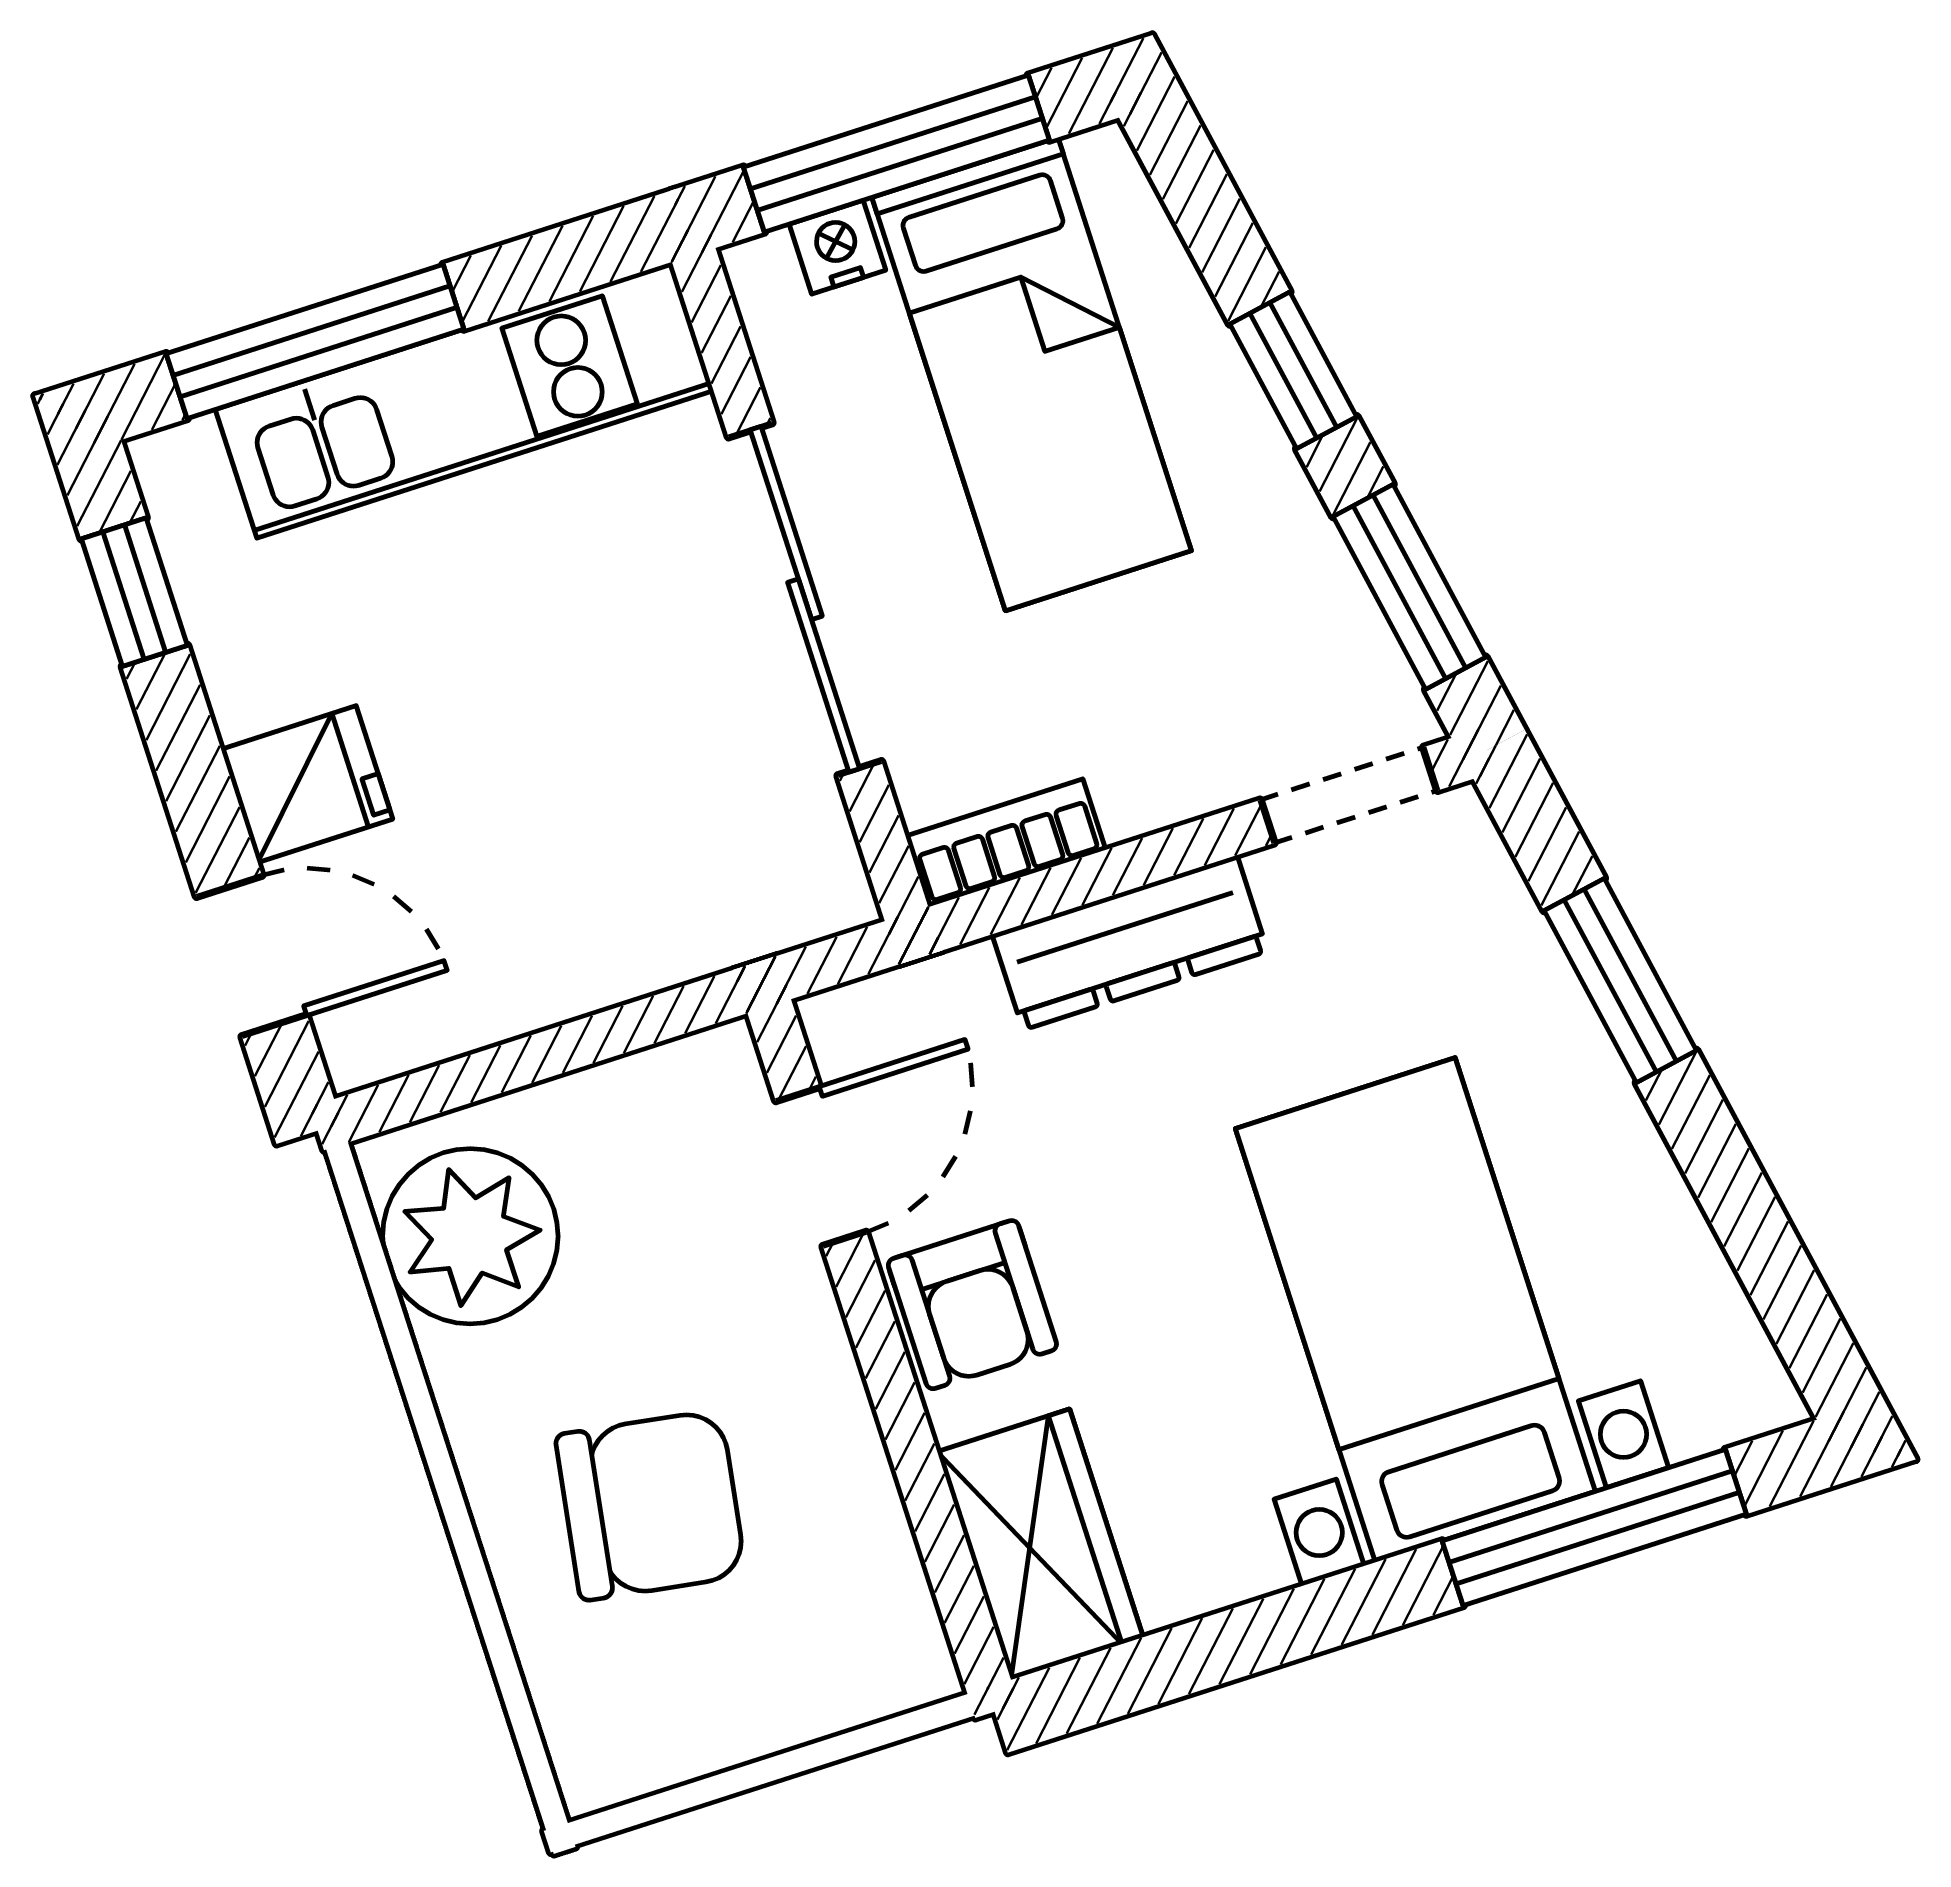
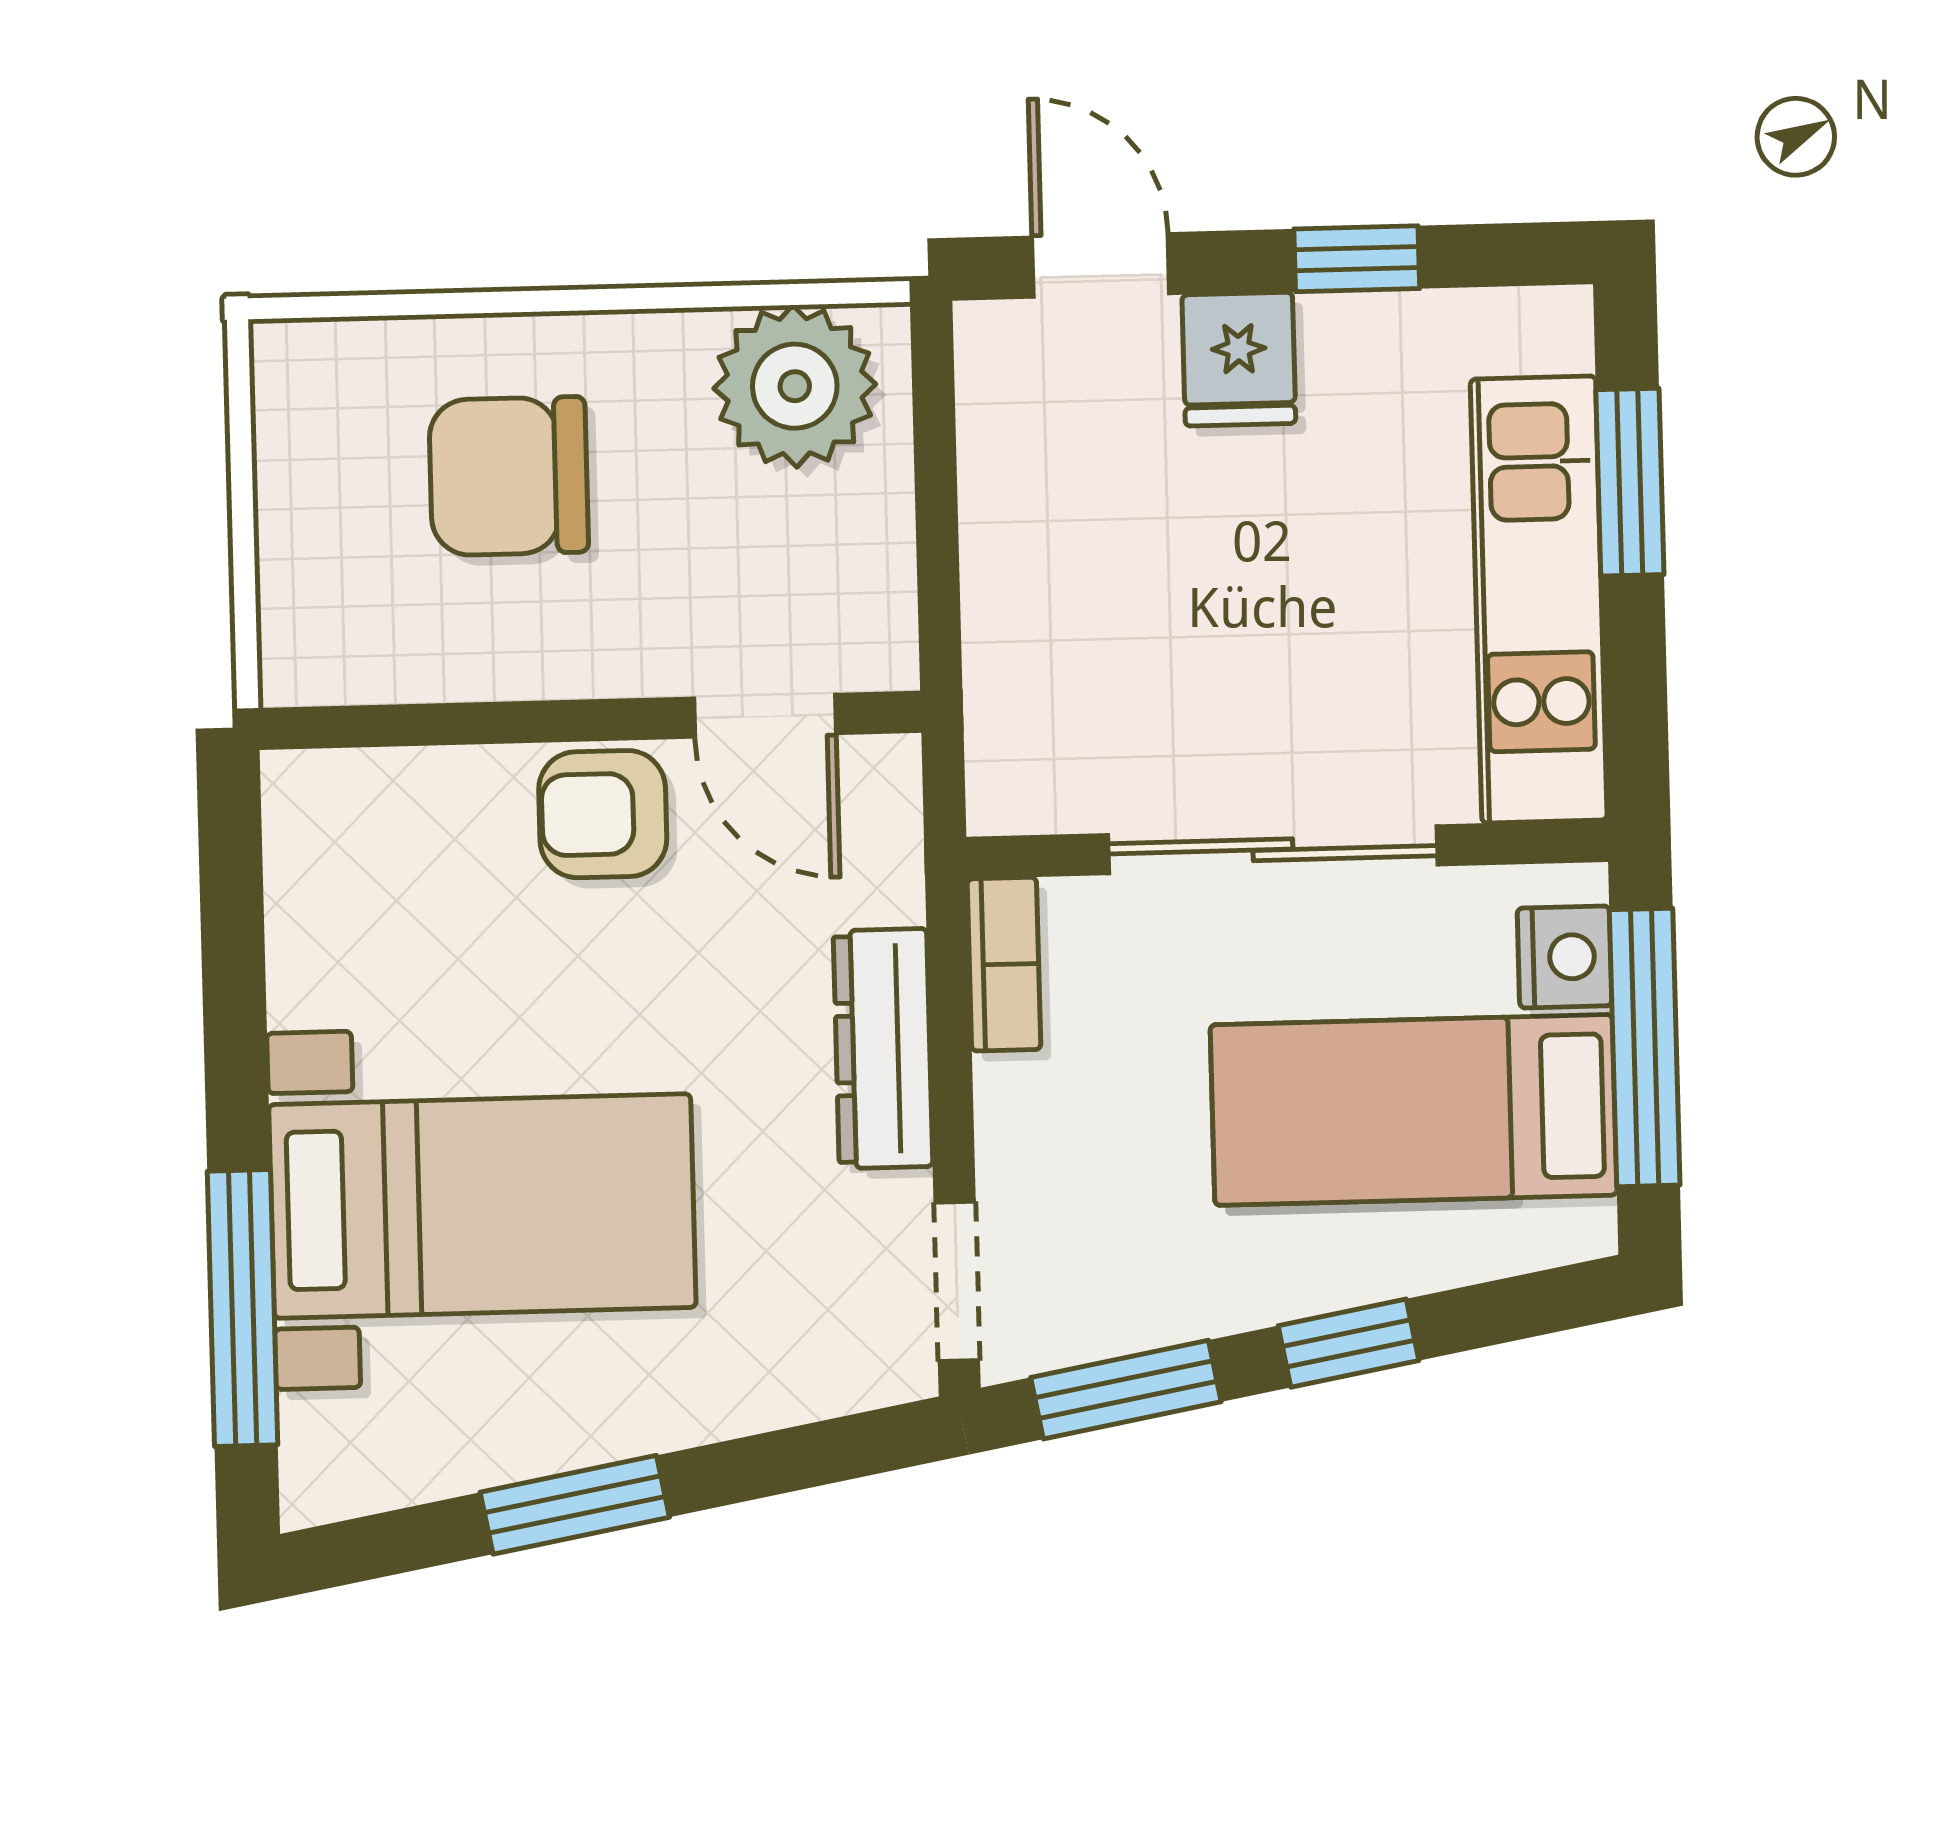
nightstand: (837, 247) -> (1565, 957), width x1.39, depth x1.35
window: (315, 341) -> (1630, 482), width x0.69
window: (134, 592) -> (1357, 259), moved
door: (252, 956) -> (1101, 265), swing flipped
window: (1620, 980) -> (575, 1505), moved
chair: (651, 1505) -> (509, 476), turned 81
wardrobe: (1040, 1544) -> (372, 812), removed

